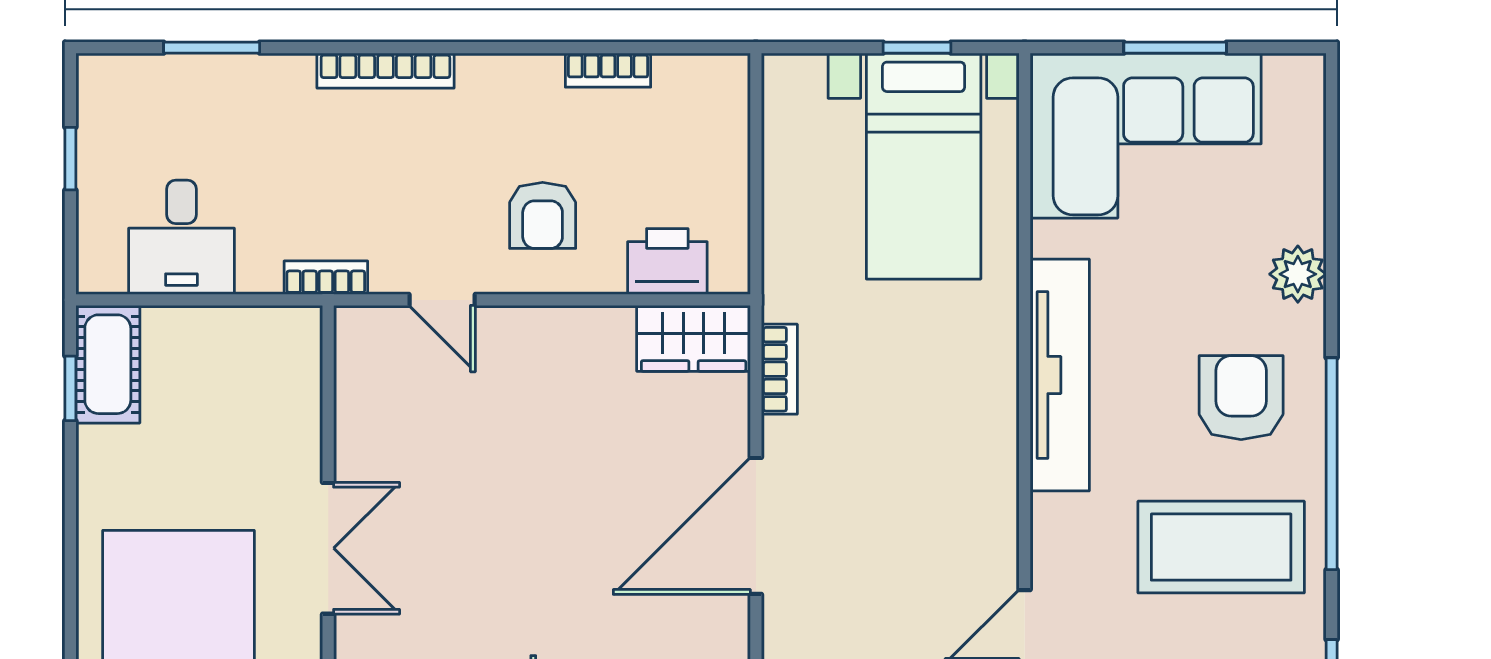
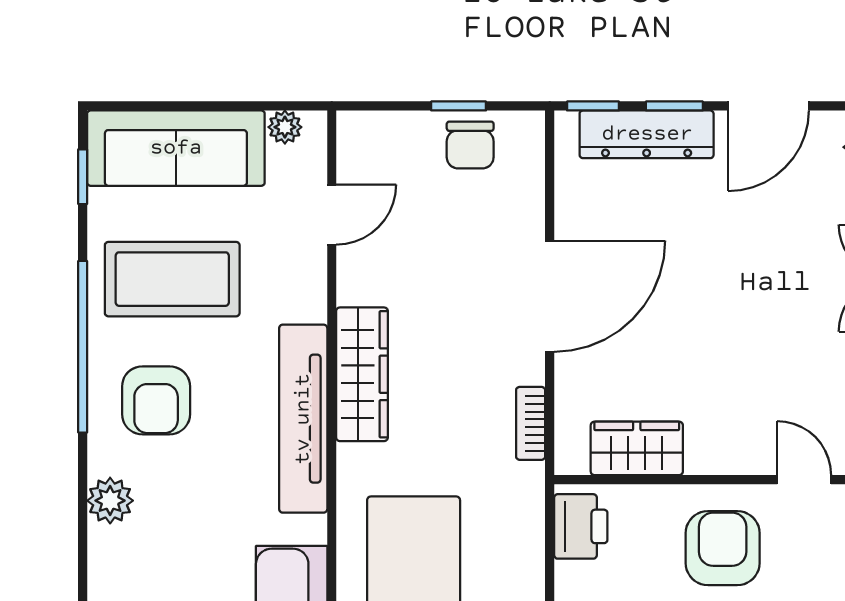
armchair: (543, 215) -> (723, 548), width x1.38, depth x1.38
printer: (667, 261) -> (581, 526), moved, turned -90
wardrobe: (694, 338) -> (637, 448), moved
wardrobe: (987, 430) -> (362, 374), added

